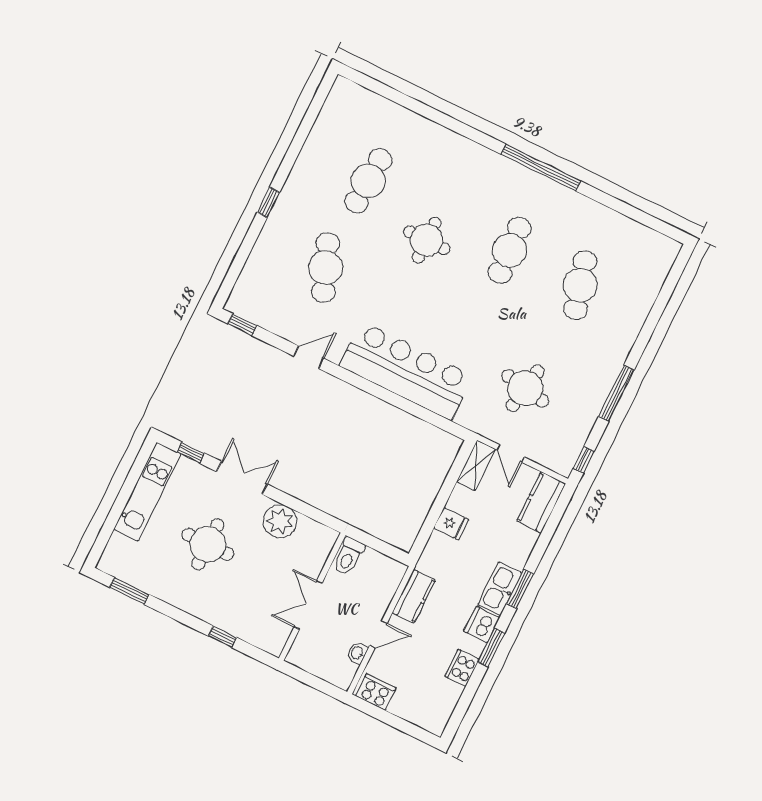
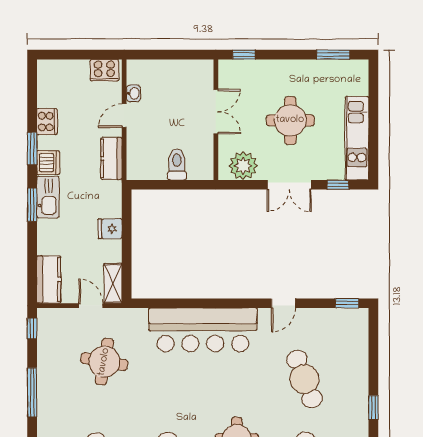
wall: (312, 597) -> (216, 120), moved
double door: (308, 605) -> (216, 112), moved

